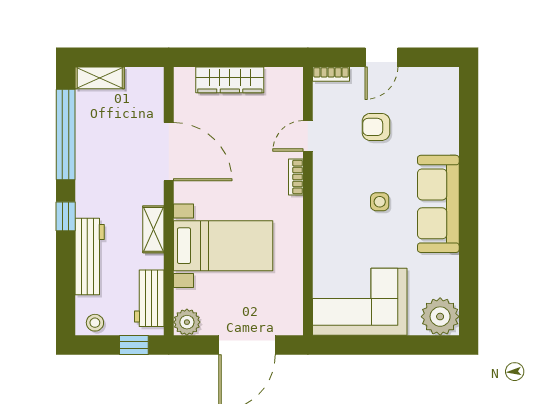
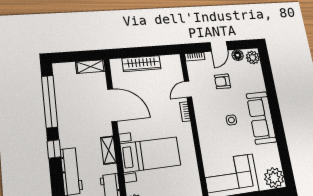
shelving: (100, 78) -> (90, 66), moved
floor lamp: (416, 78) -> (238, 55), added
plant: (445, 85) -> (253, 57), added

